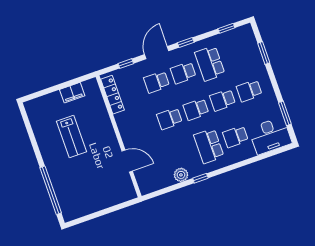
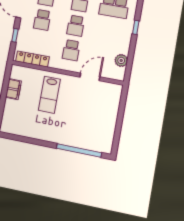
school desk: (143, 128) -> (71, 50), added
lab bench: (71, 137) -> (49, 95), moved, turned 90
plant: (181, 175) -> (121, 60), moved

